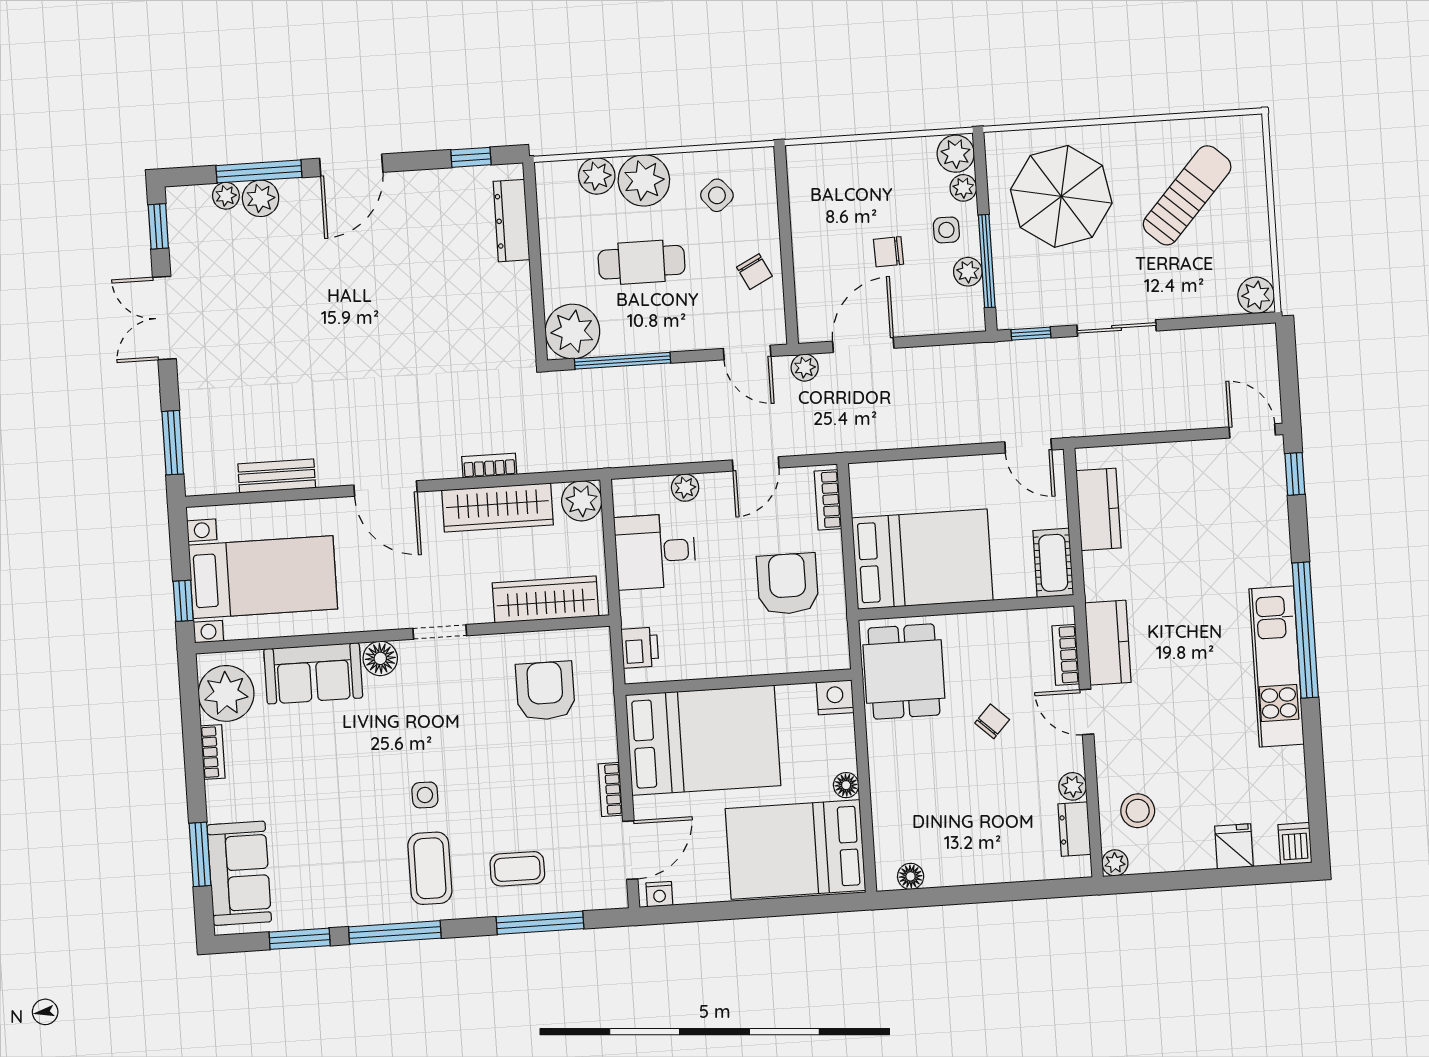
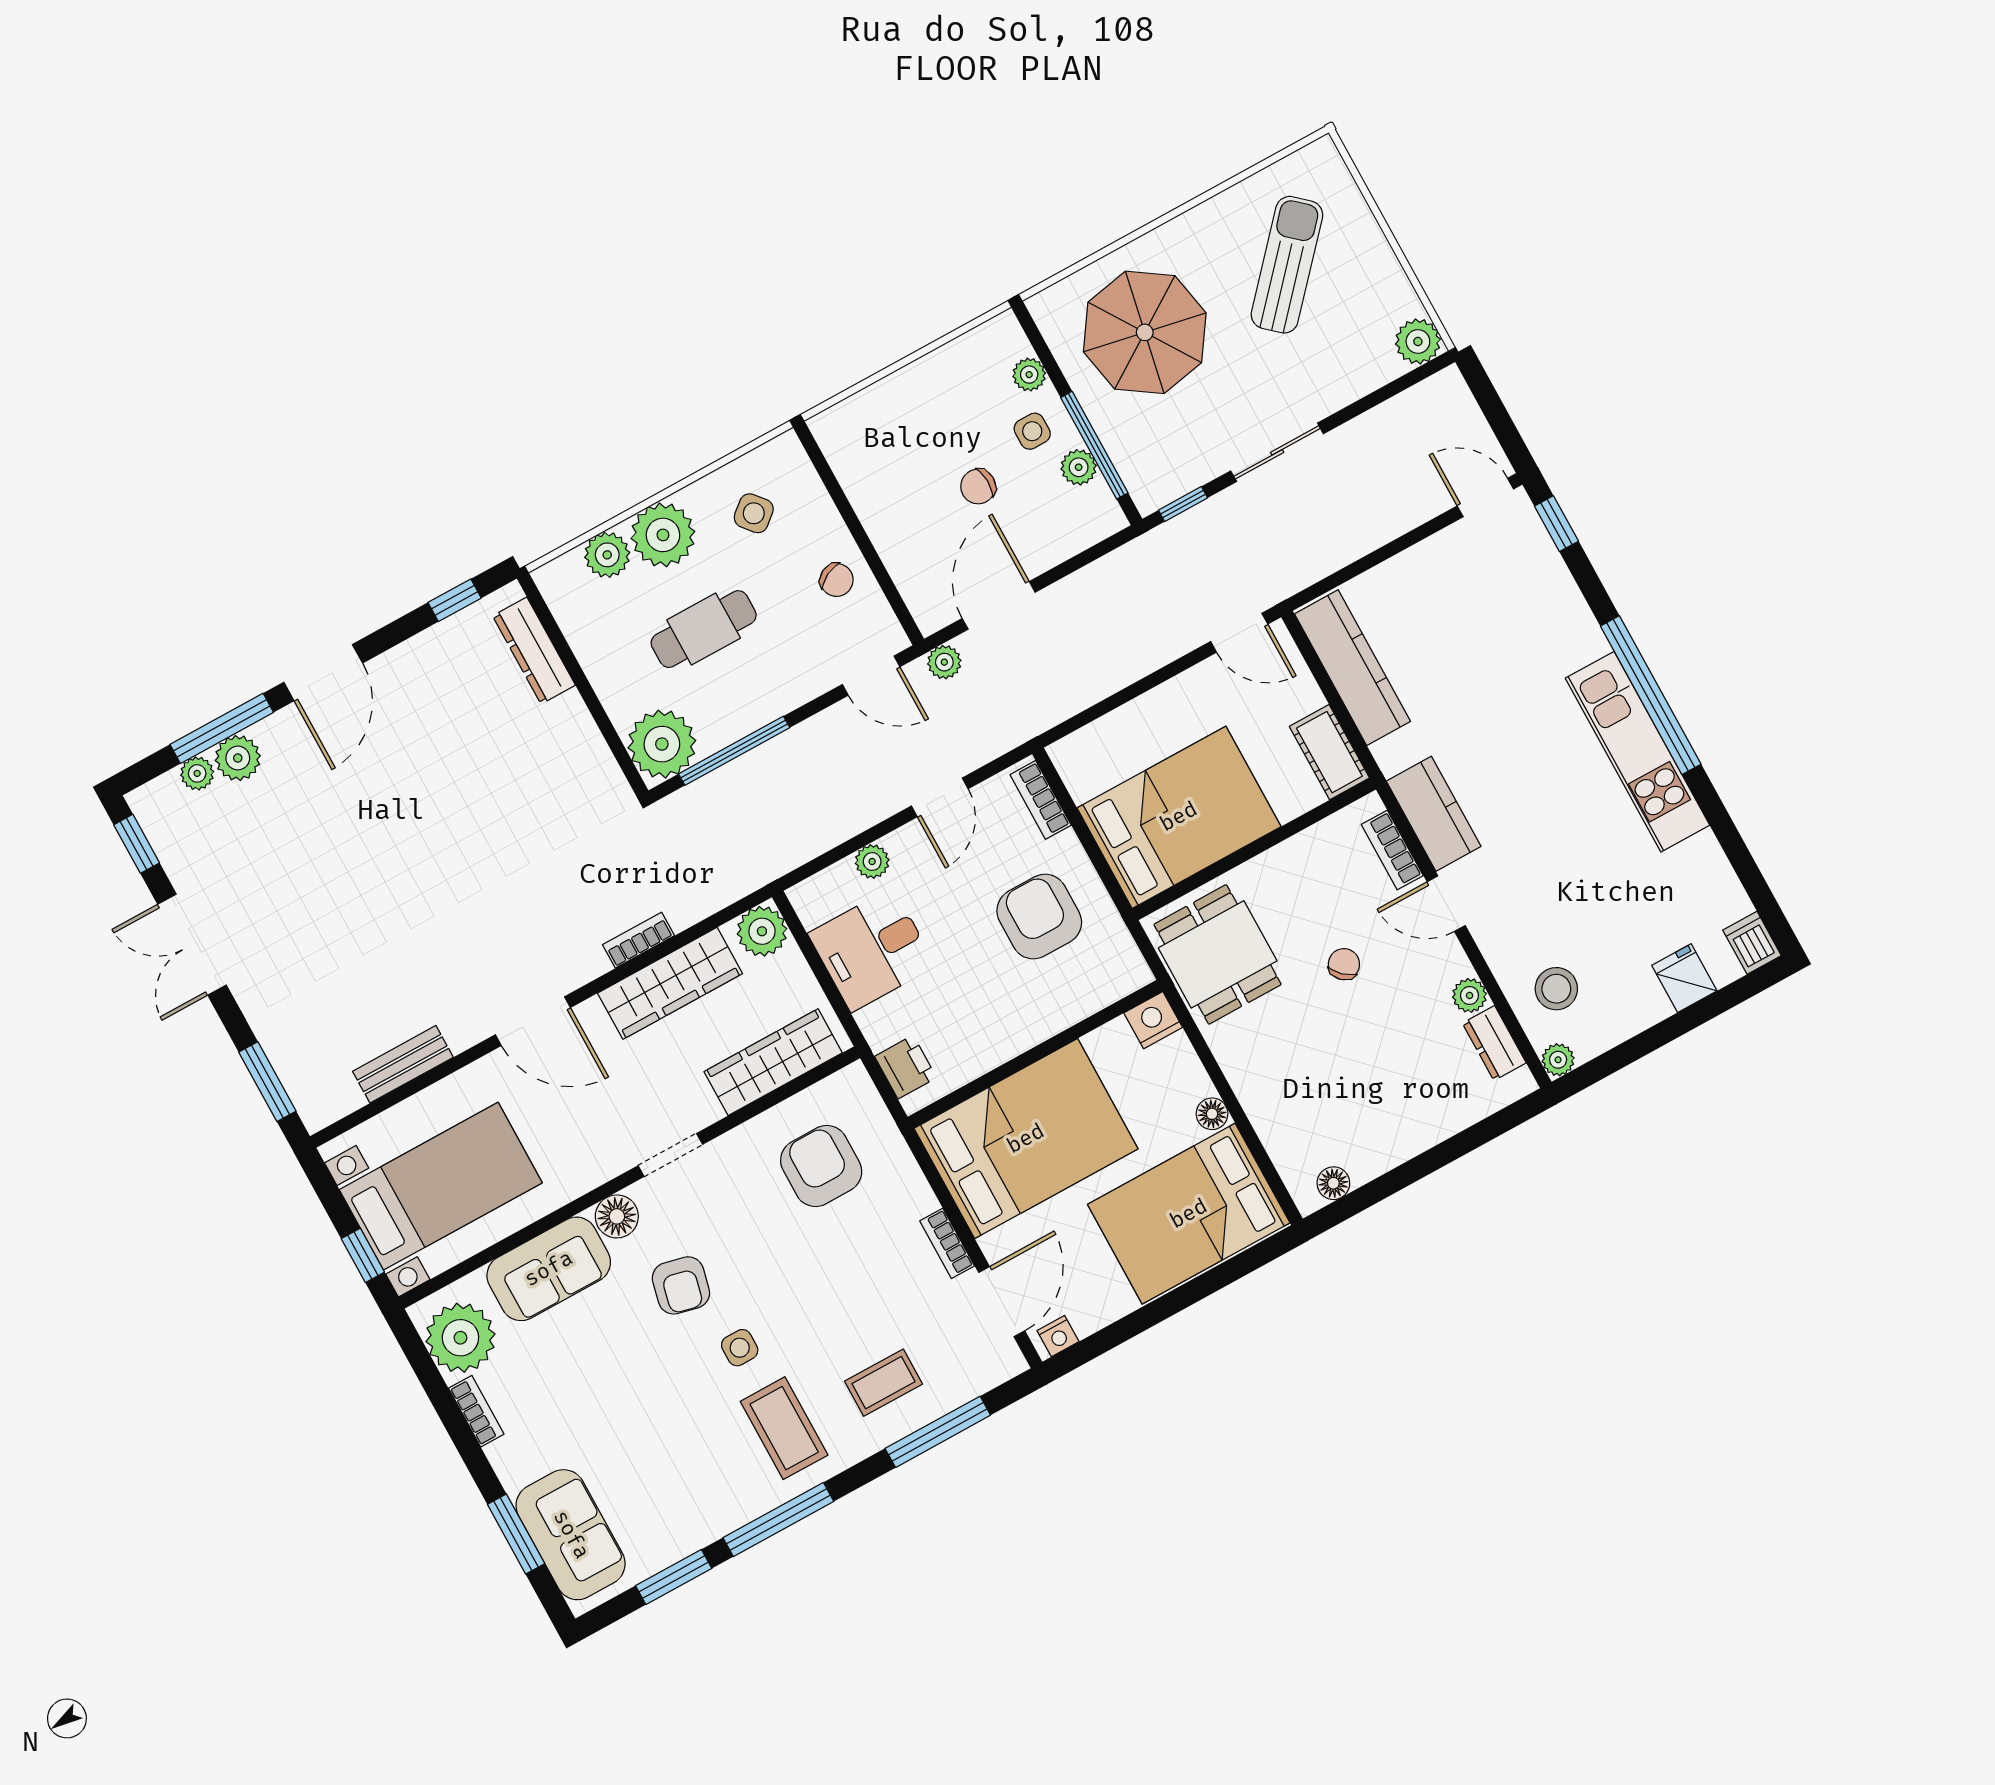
plant: (956, 154) -> (1002, 340), removed
kitchen counter: (1099, 509) -> (1352, 668), width x1.50
armchair: (403, 730) -> (681, 1285), added

